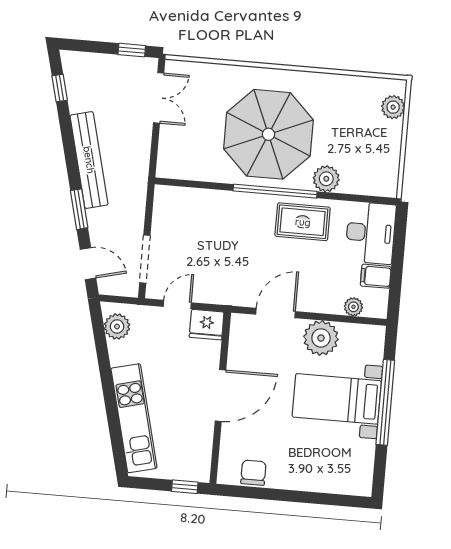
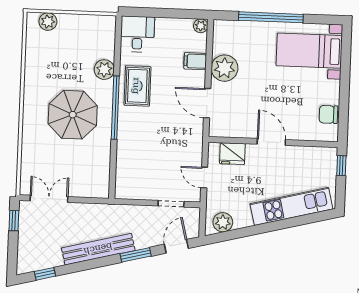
parasol: (268, 134) -> (73, 115), width x0.73, depth x0.73
desk: (370, 233) -> (137, 34), width x0.73
doorway: (145, 259) -> (171, 204), width x0.73
filing cabinet: (376, 276) -> (195, 61), moved, turned 90
plant: (353, 307) -> (201, 26), moved
fridge: (207, 325) -> (232, 154), moved, turned 90
door: (220, 396) -> (271, 142), width x0.73
bed with nightstands: (337, 399) -> (309, 51), moved, turned 90

